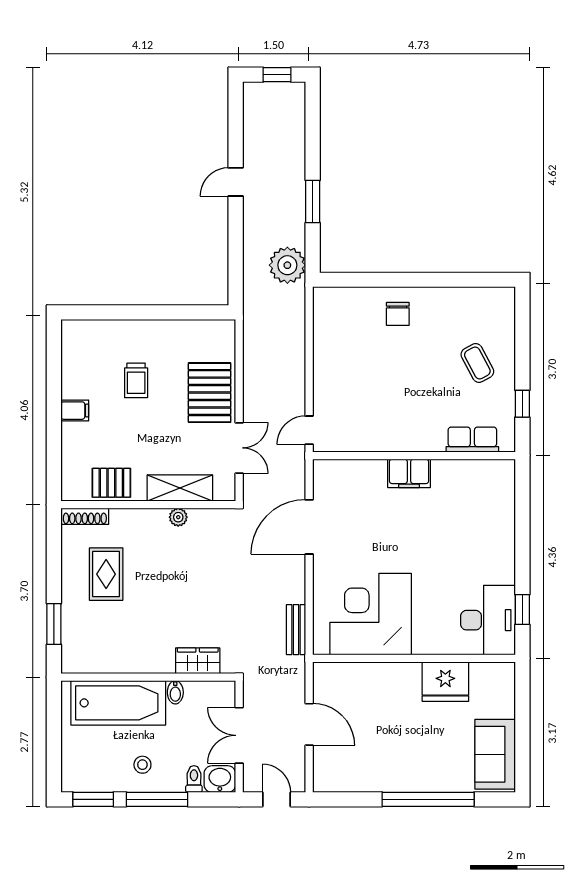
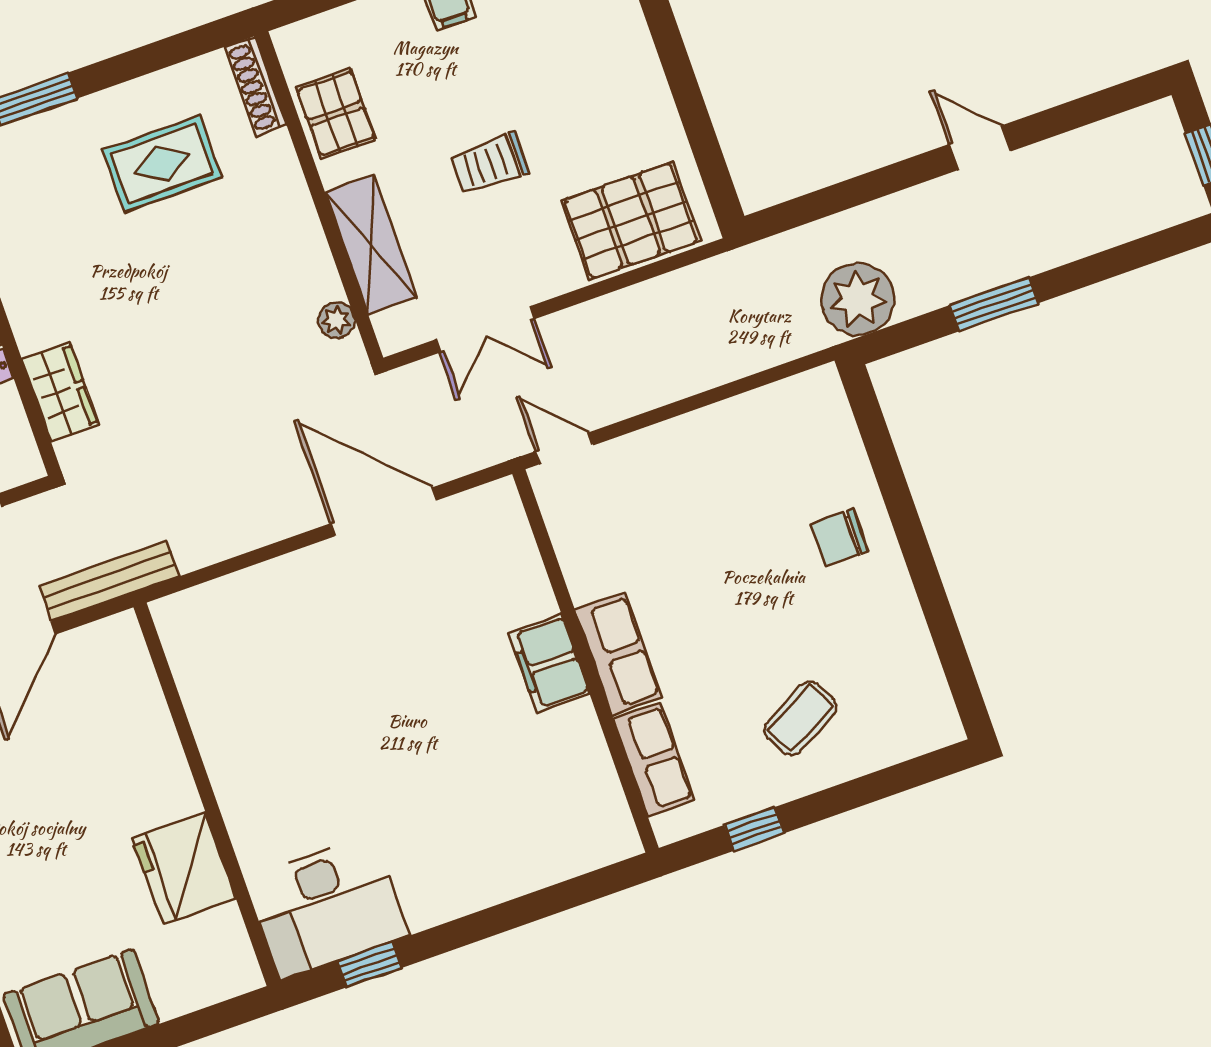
trolley: (136, 380) -> (490, 164), moved
pallet: (210, 393) -> (631, 221), moved
row of seats: (416, 439) -> (619, 654), added
plant: (178, 517) -> (336, 320), moved
corner desk: (371, 614) -> (261, 684), removed
bench: (296, 630) -> (109, 581), moved, width x1.36

